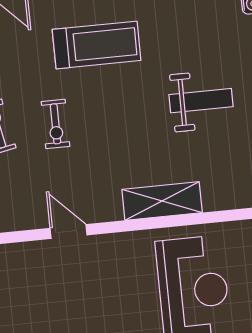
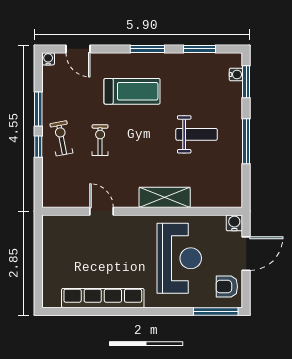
exercise bike: (55, 124) -> (100, 140), turned 180

